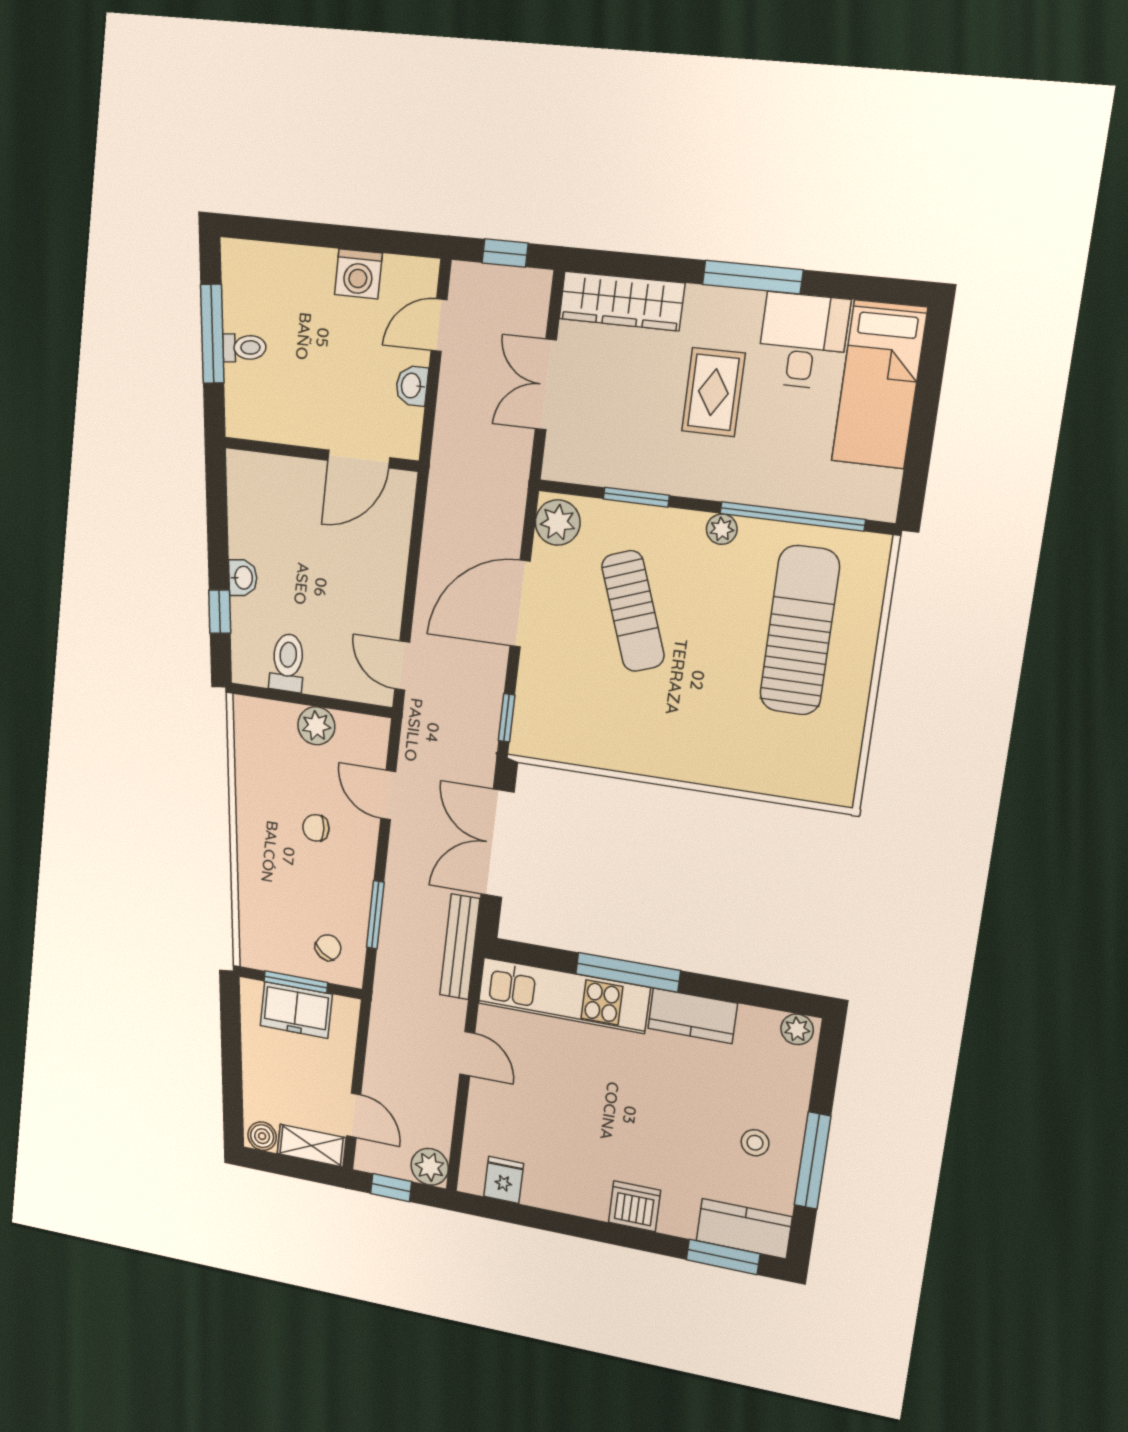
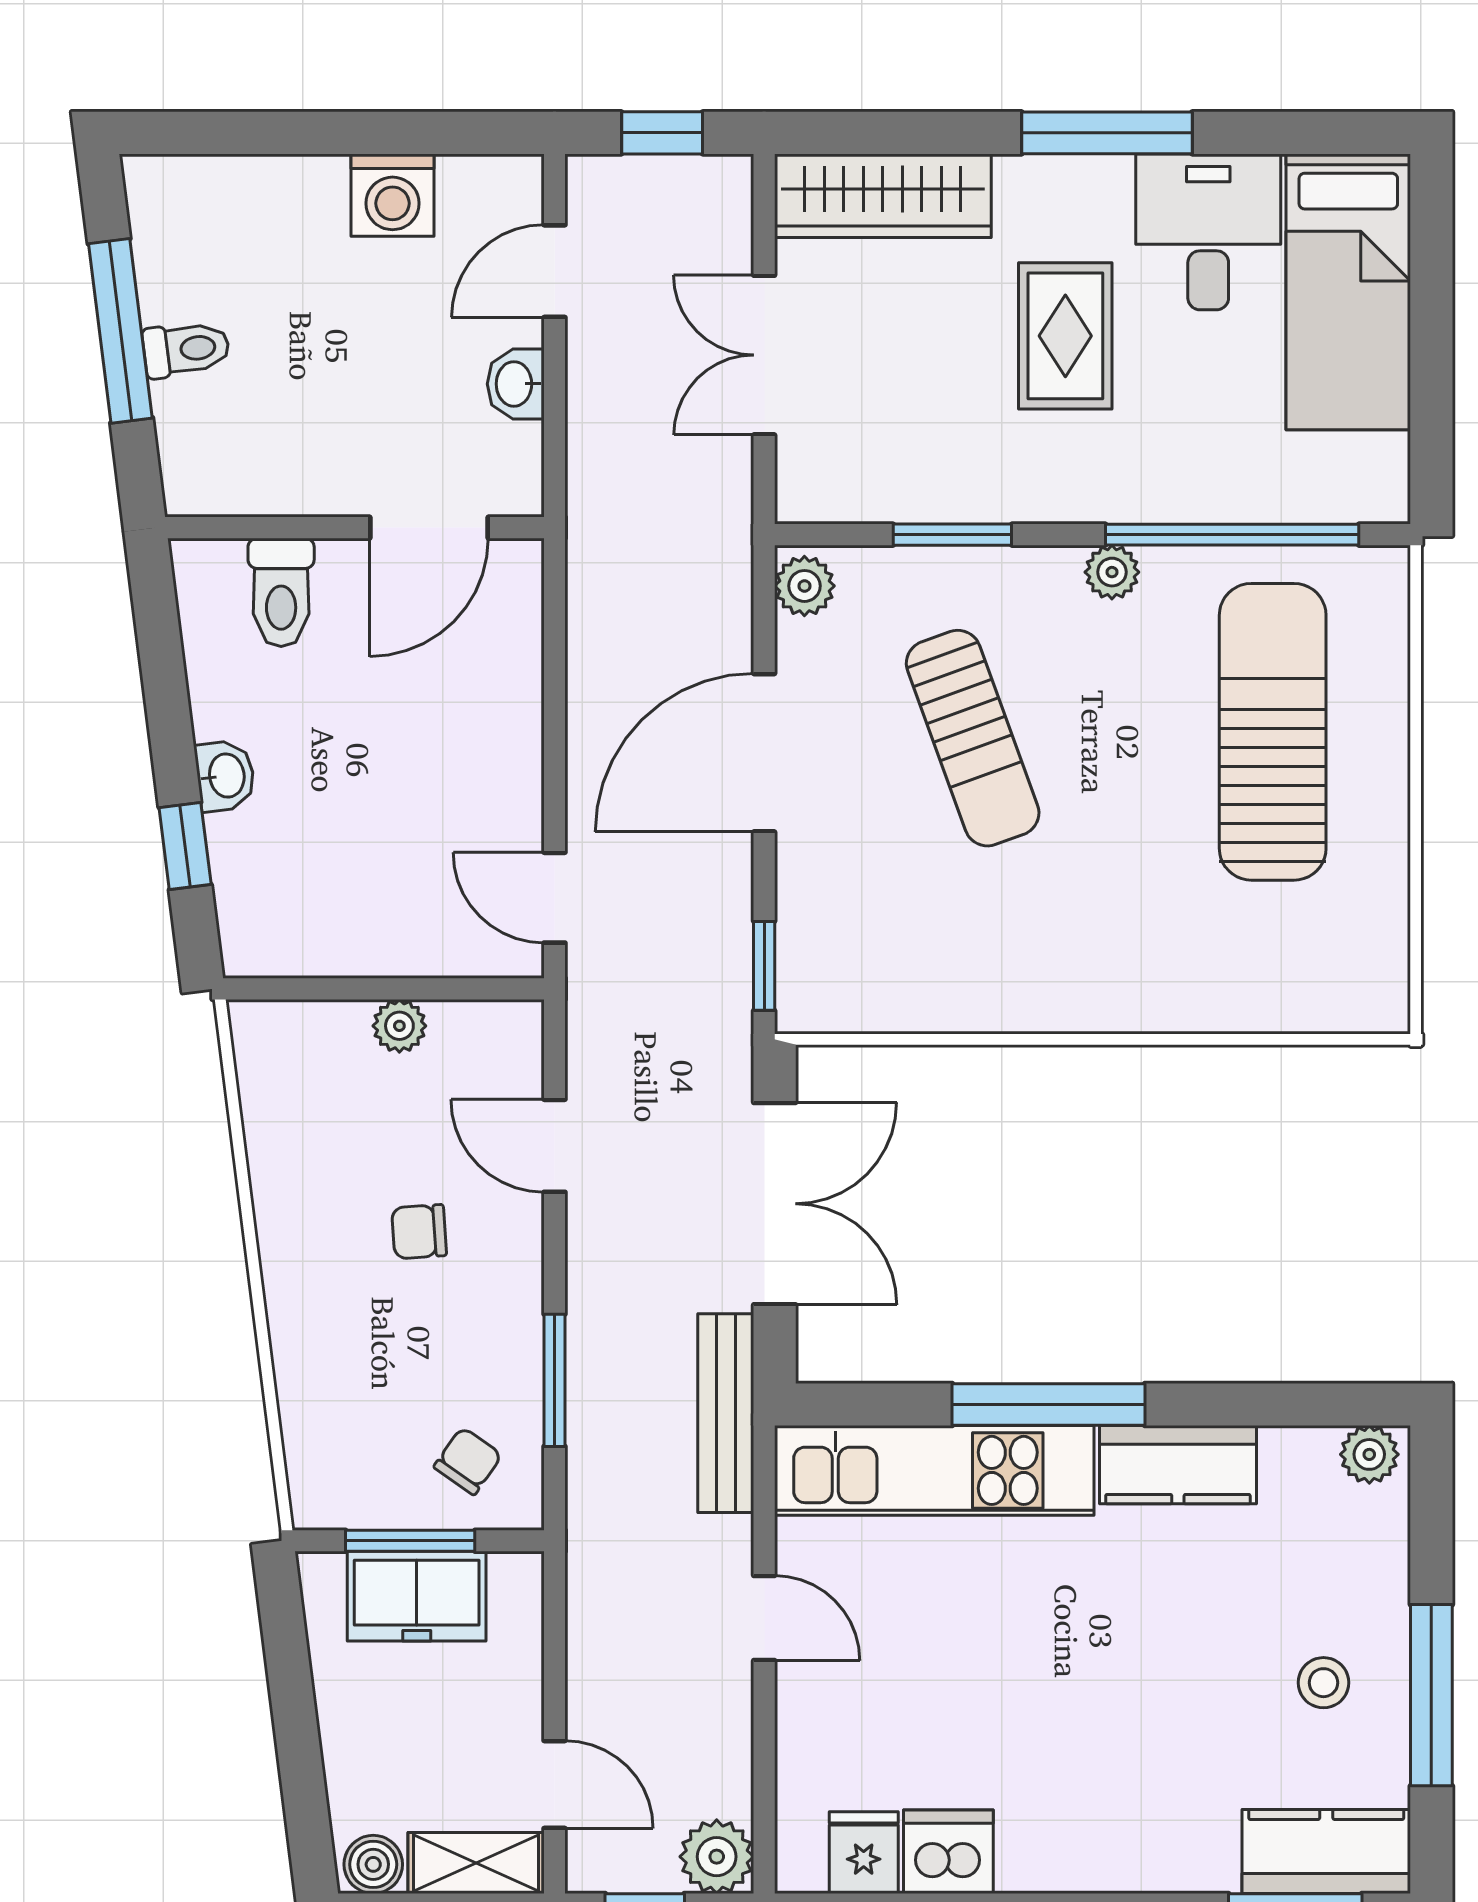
plant: (558, 522) -> (804, 586), width x0.73, depth x0.73
toilet: (287, 663) -> (281, 592), moved, turned 180
plant: (316, 726) -> (399, 1026), width x0.73, depth x0.73
double door: (497, 843) -> (775, 1204), swing flipped
dishwasher: (634, 1206) -> (948, 1852), moved

